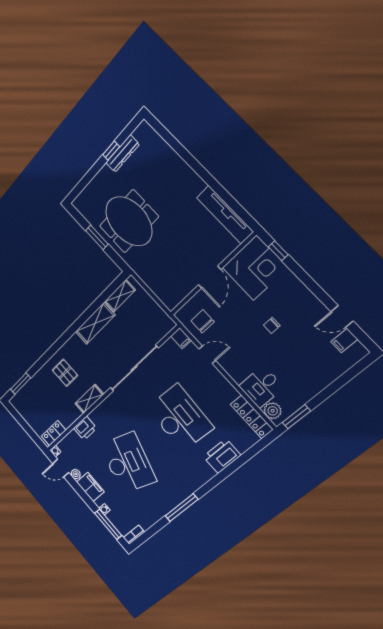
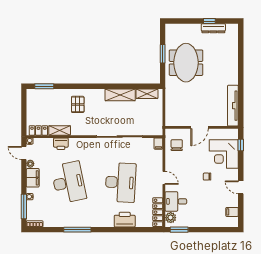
corner desk: (255, 268) -> (224, 154), moved, turned 90
door: (342, 316) -> (241, 187), moved
door: (207, 355) -> (164, 178), moved
shelving: (89, 399) -> (60, 130), moved
desk: (128, 463) -> (69, 182), turned -30

